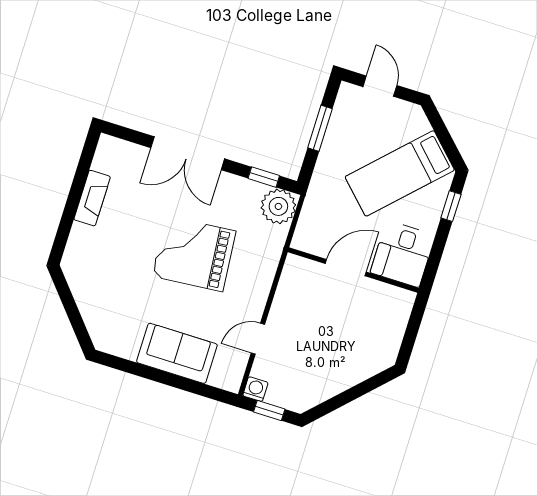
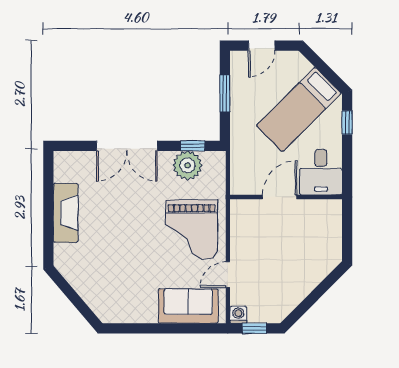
door: (380, 86) -> (262, 46), swing flipped
fireplace: (92, 198) -> (66, 213), width x1.37, depth x1.32
plant: (278, 206) -> (188, 165), moved
grand piano: (194, 254) -> (192, 230), moved, turned -85
sofa: (177, 353) -> (188, 306), moved

